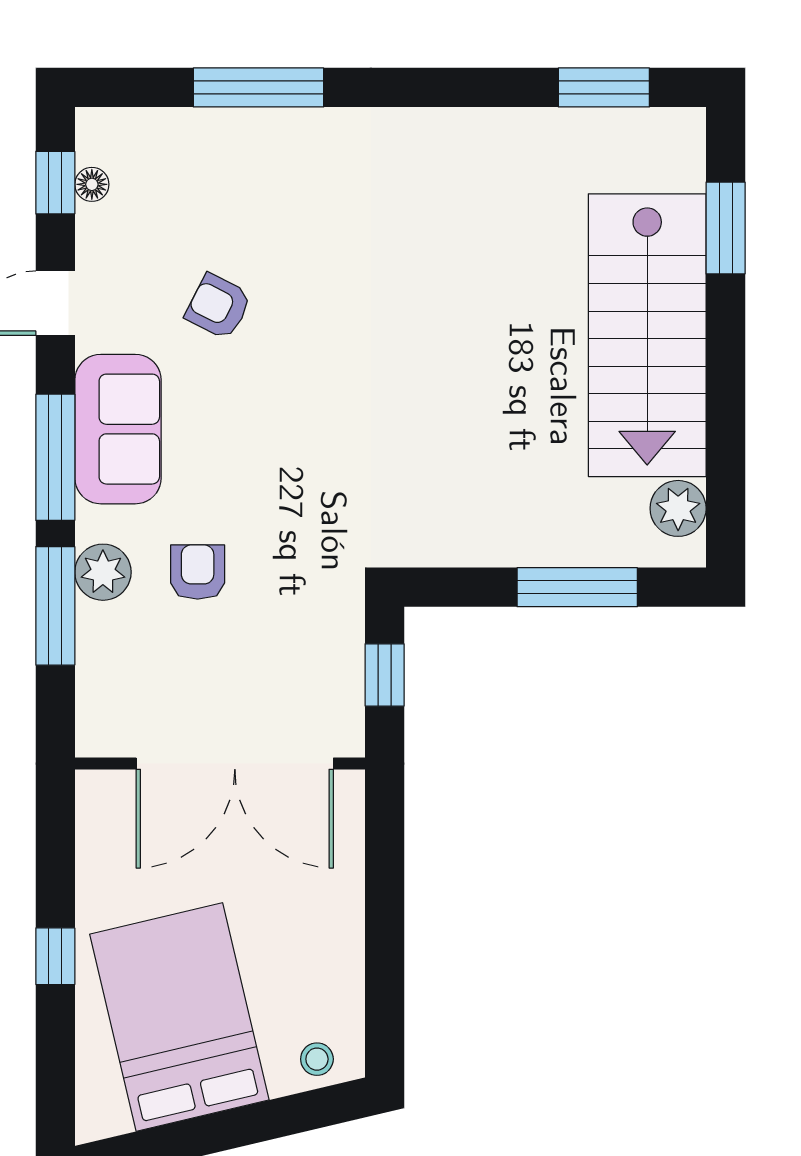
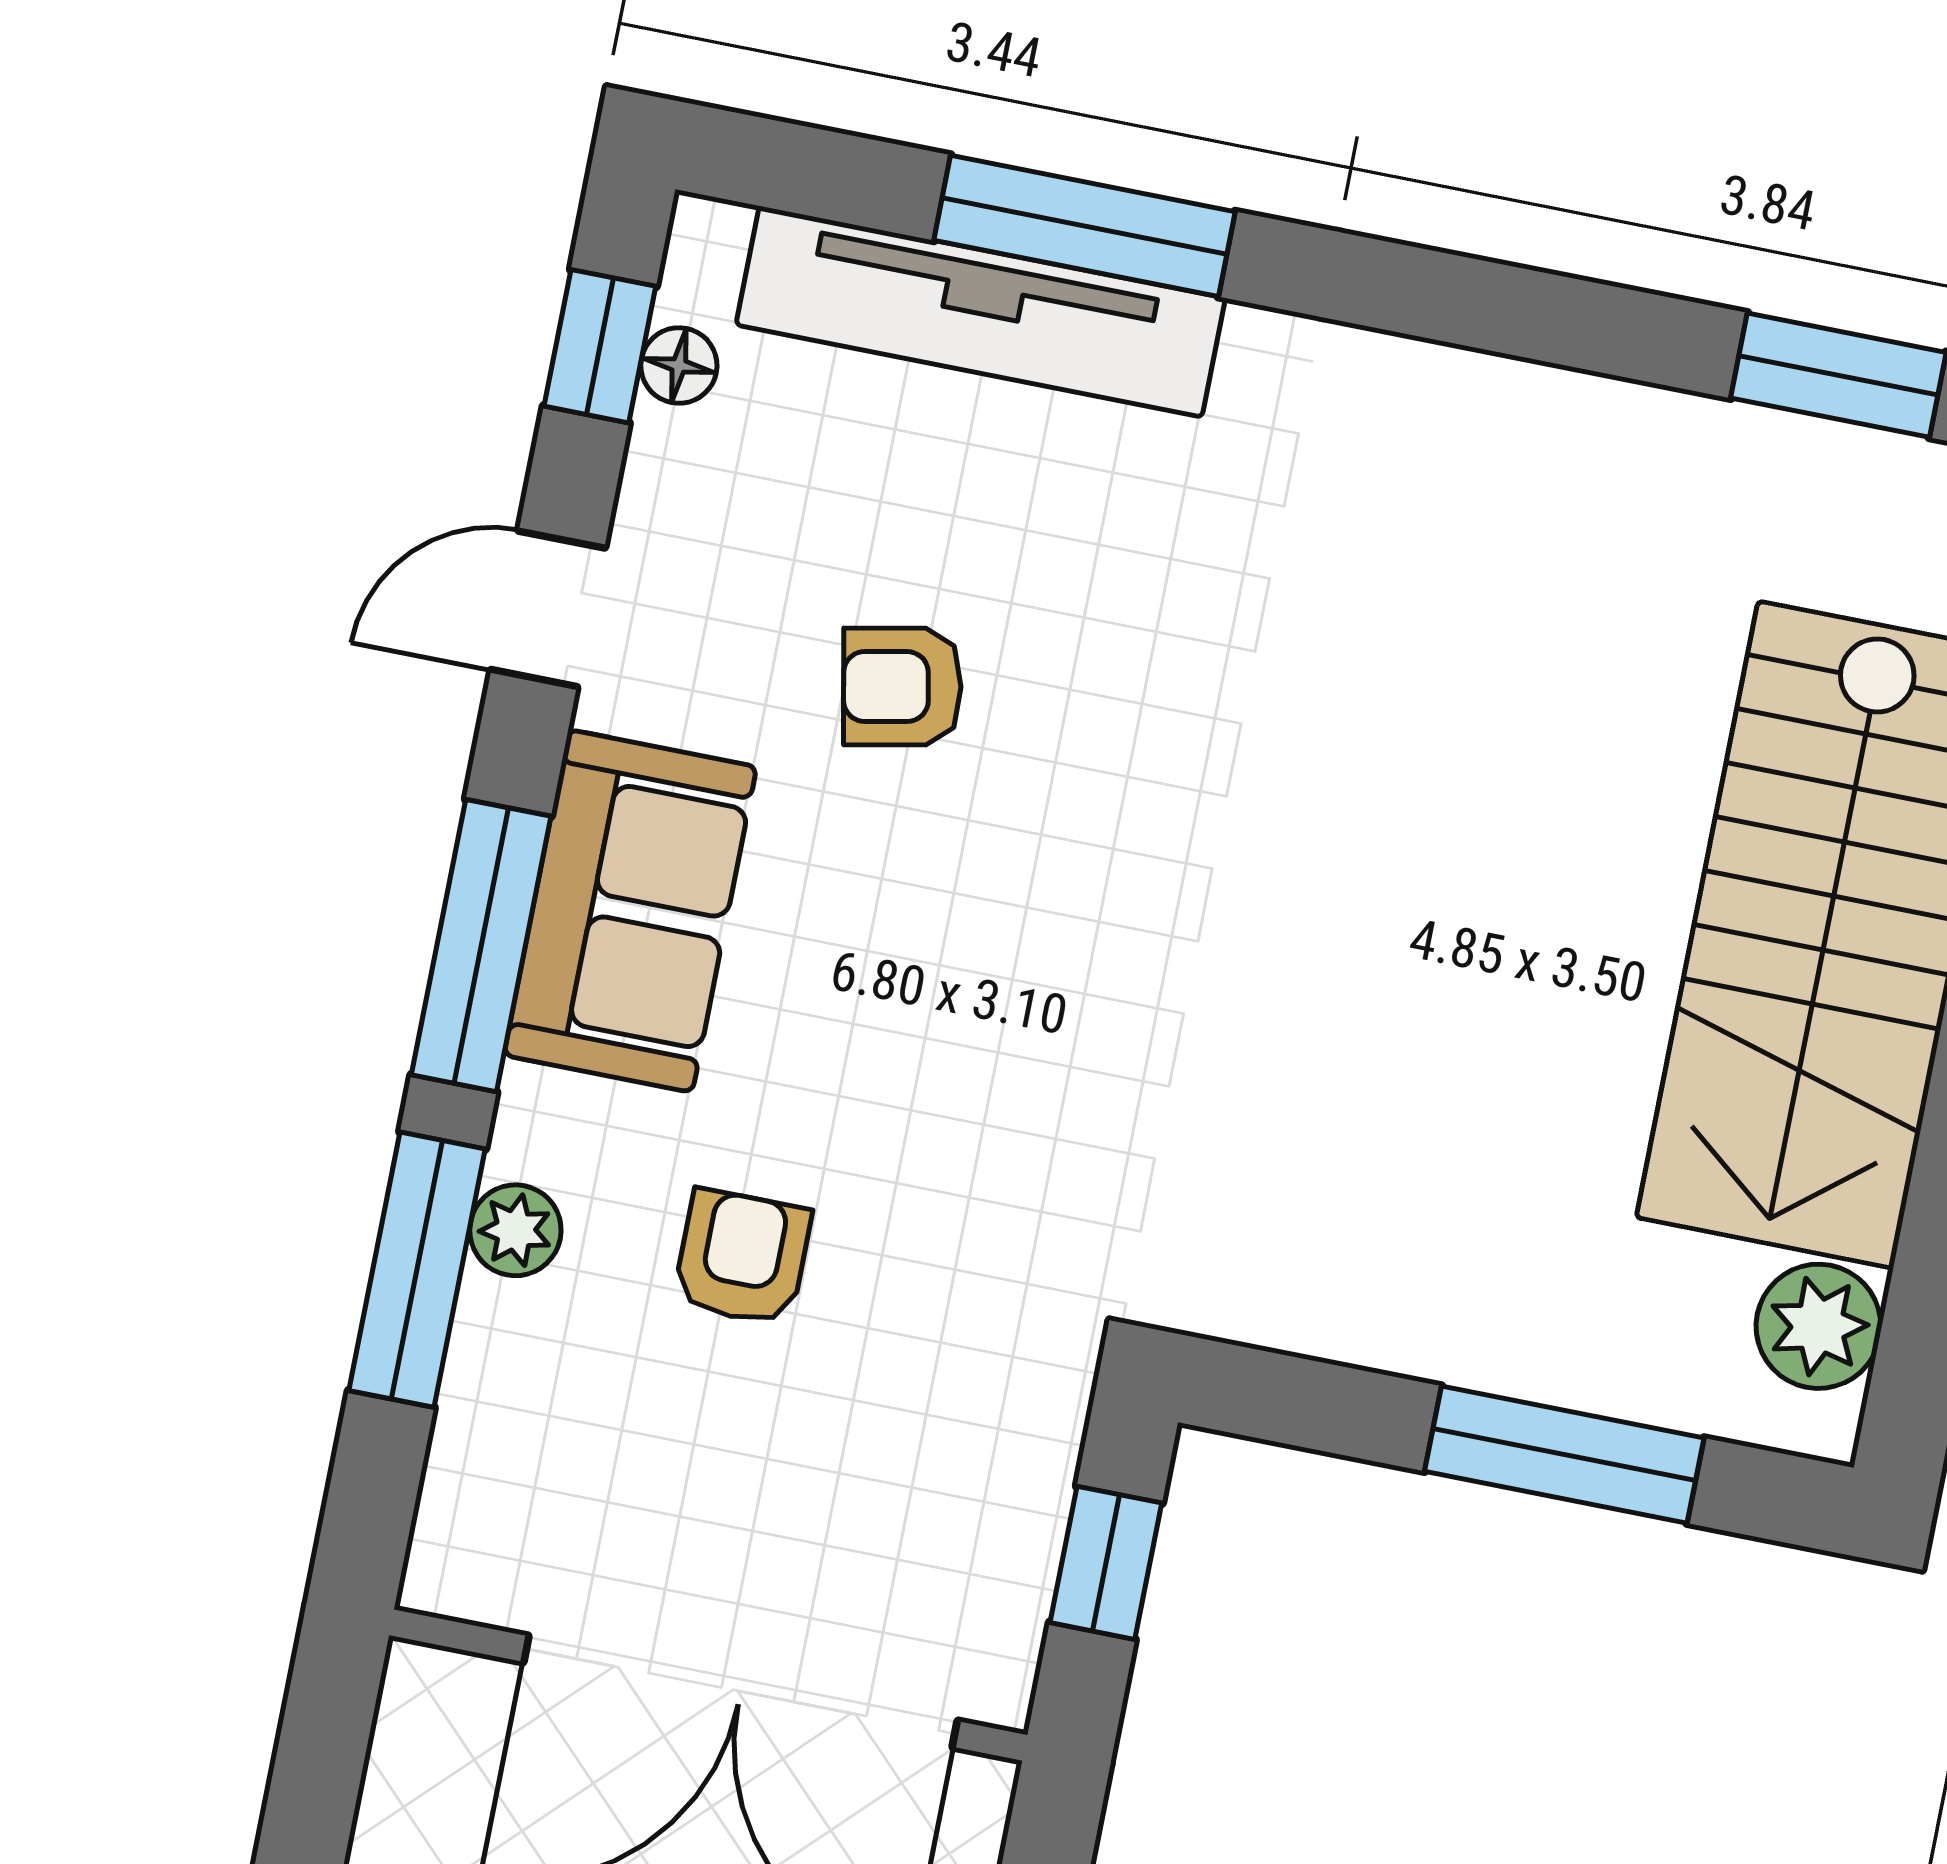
tv unit: (220, 134) -> (981, 311), added
armchair: (218, 306) -> (902, 687), turned -38
plant: (103, 572) -> (515, 1230), width x0.73, depth x0.73

